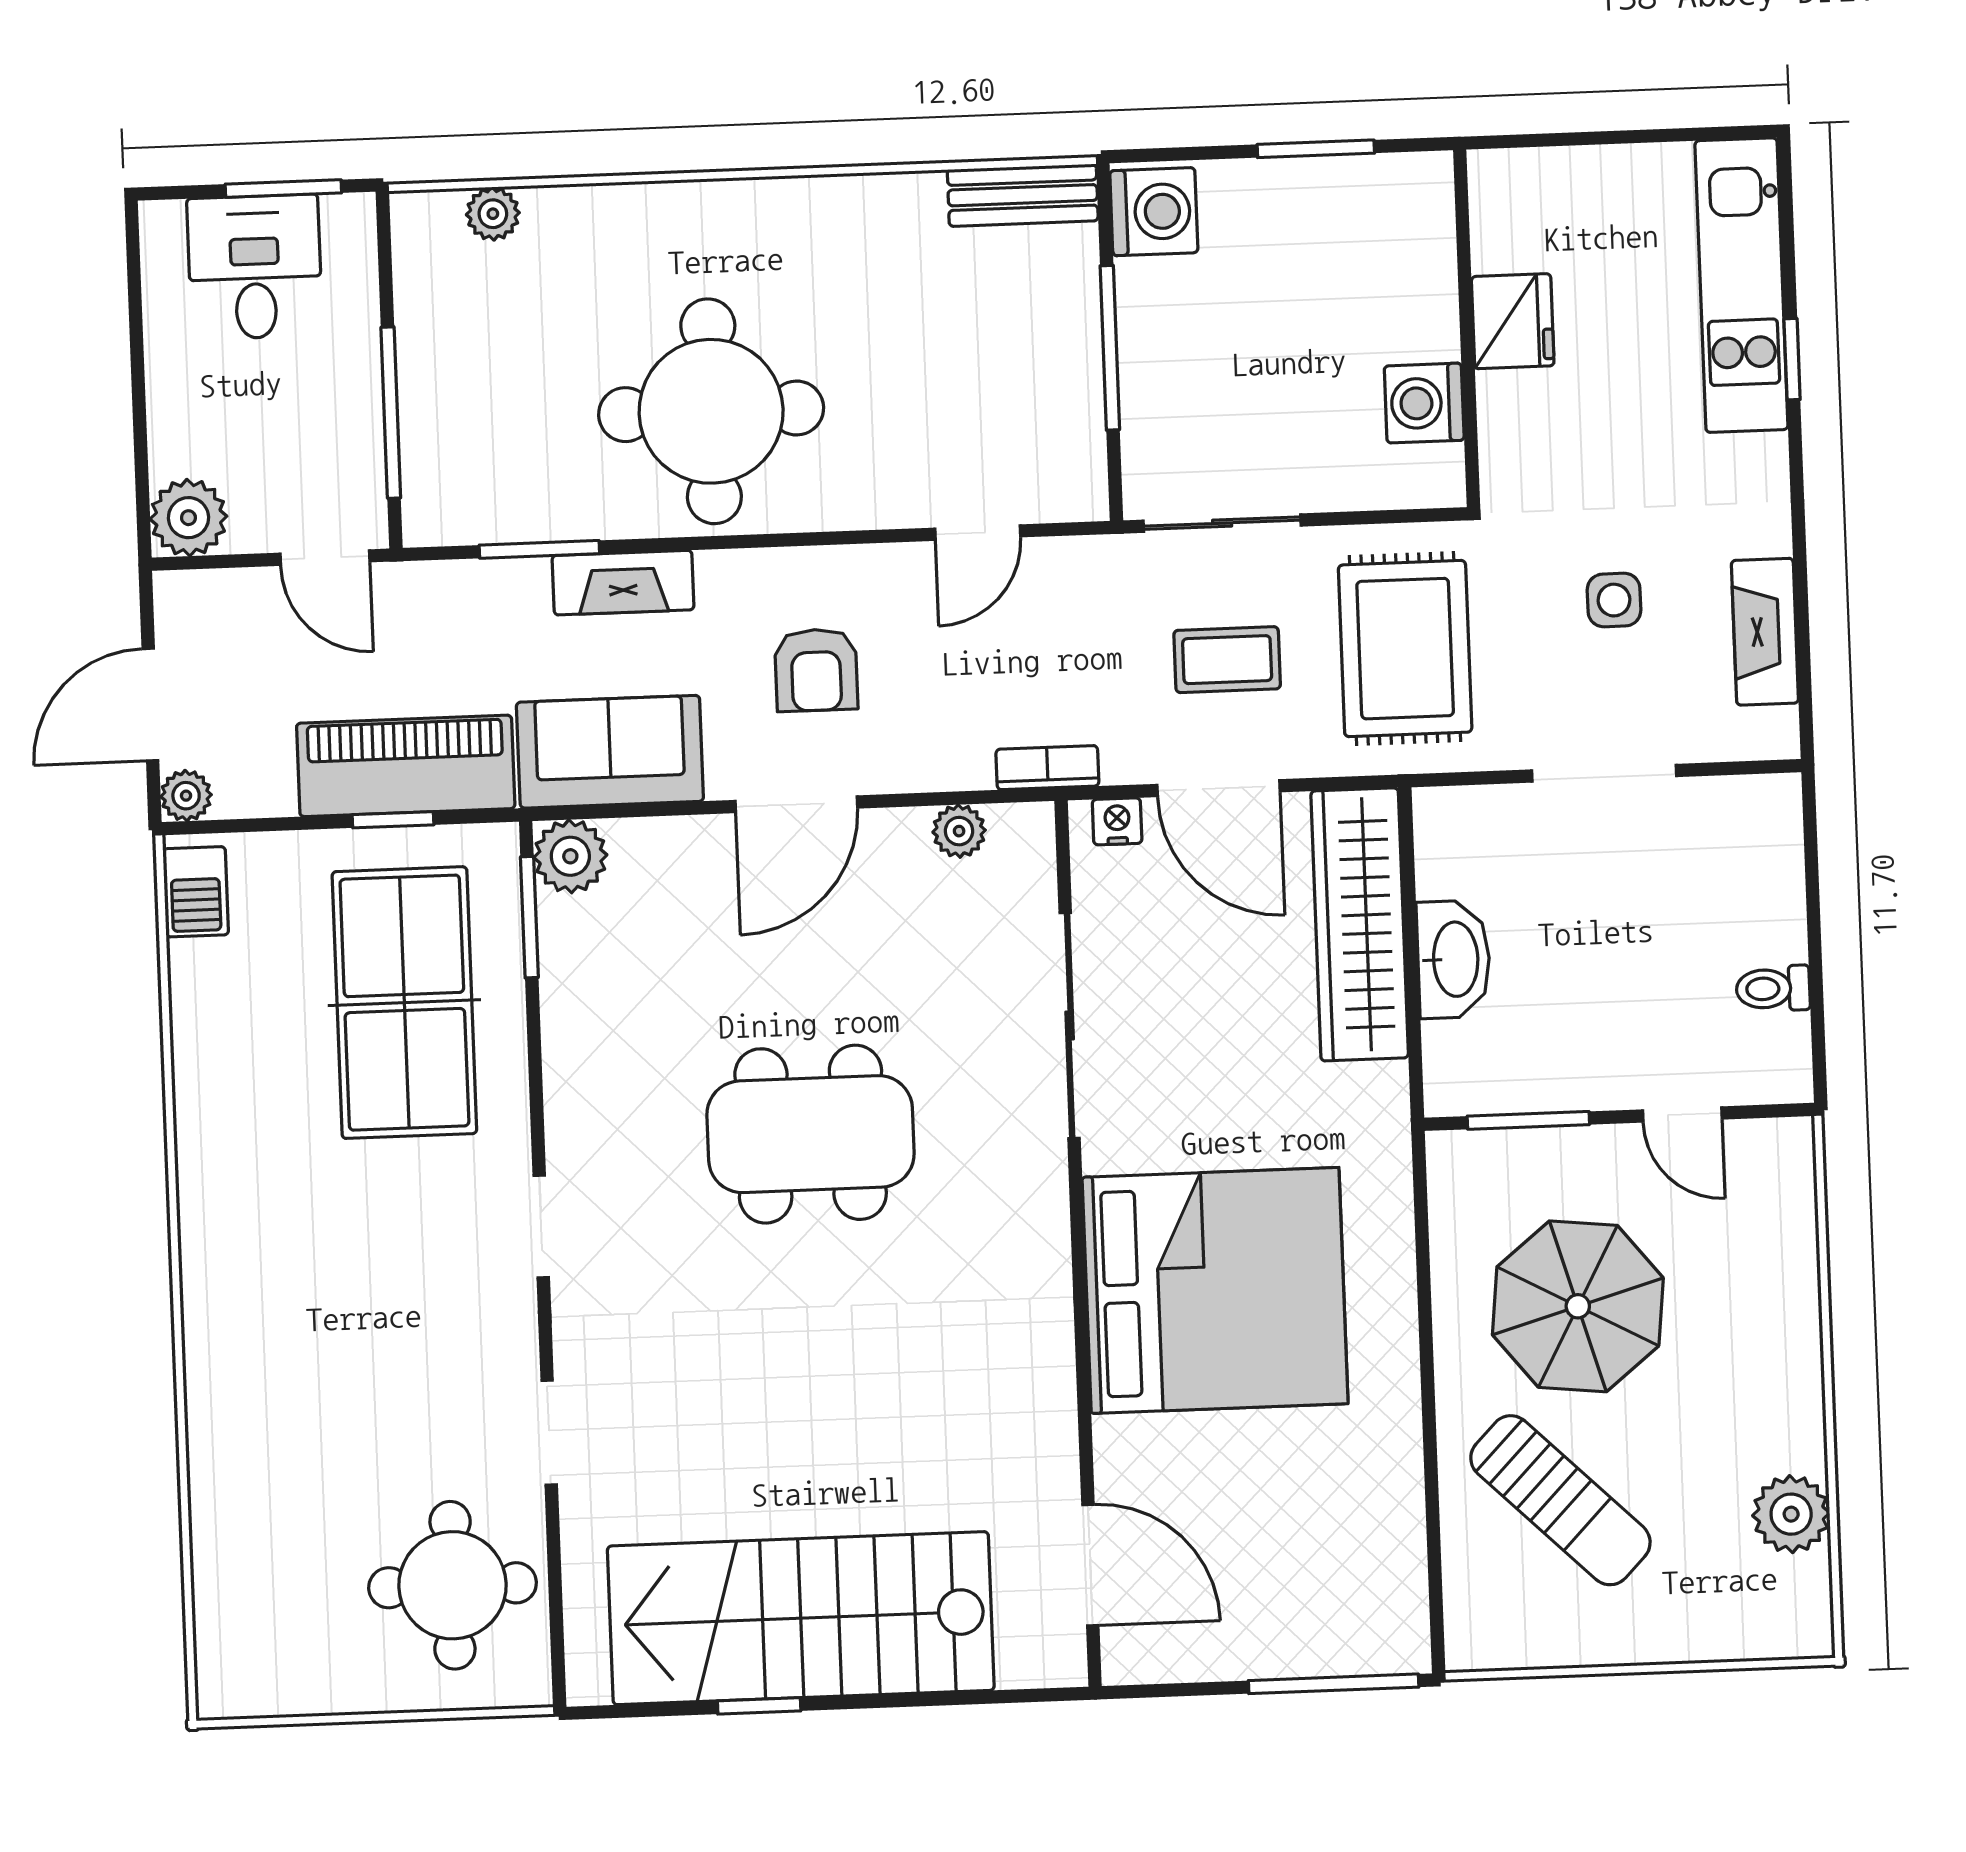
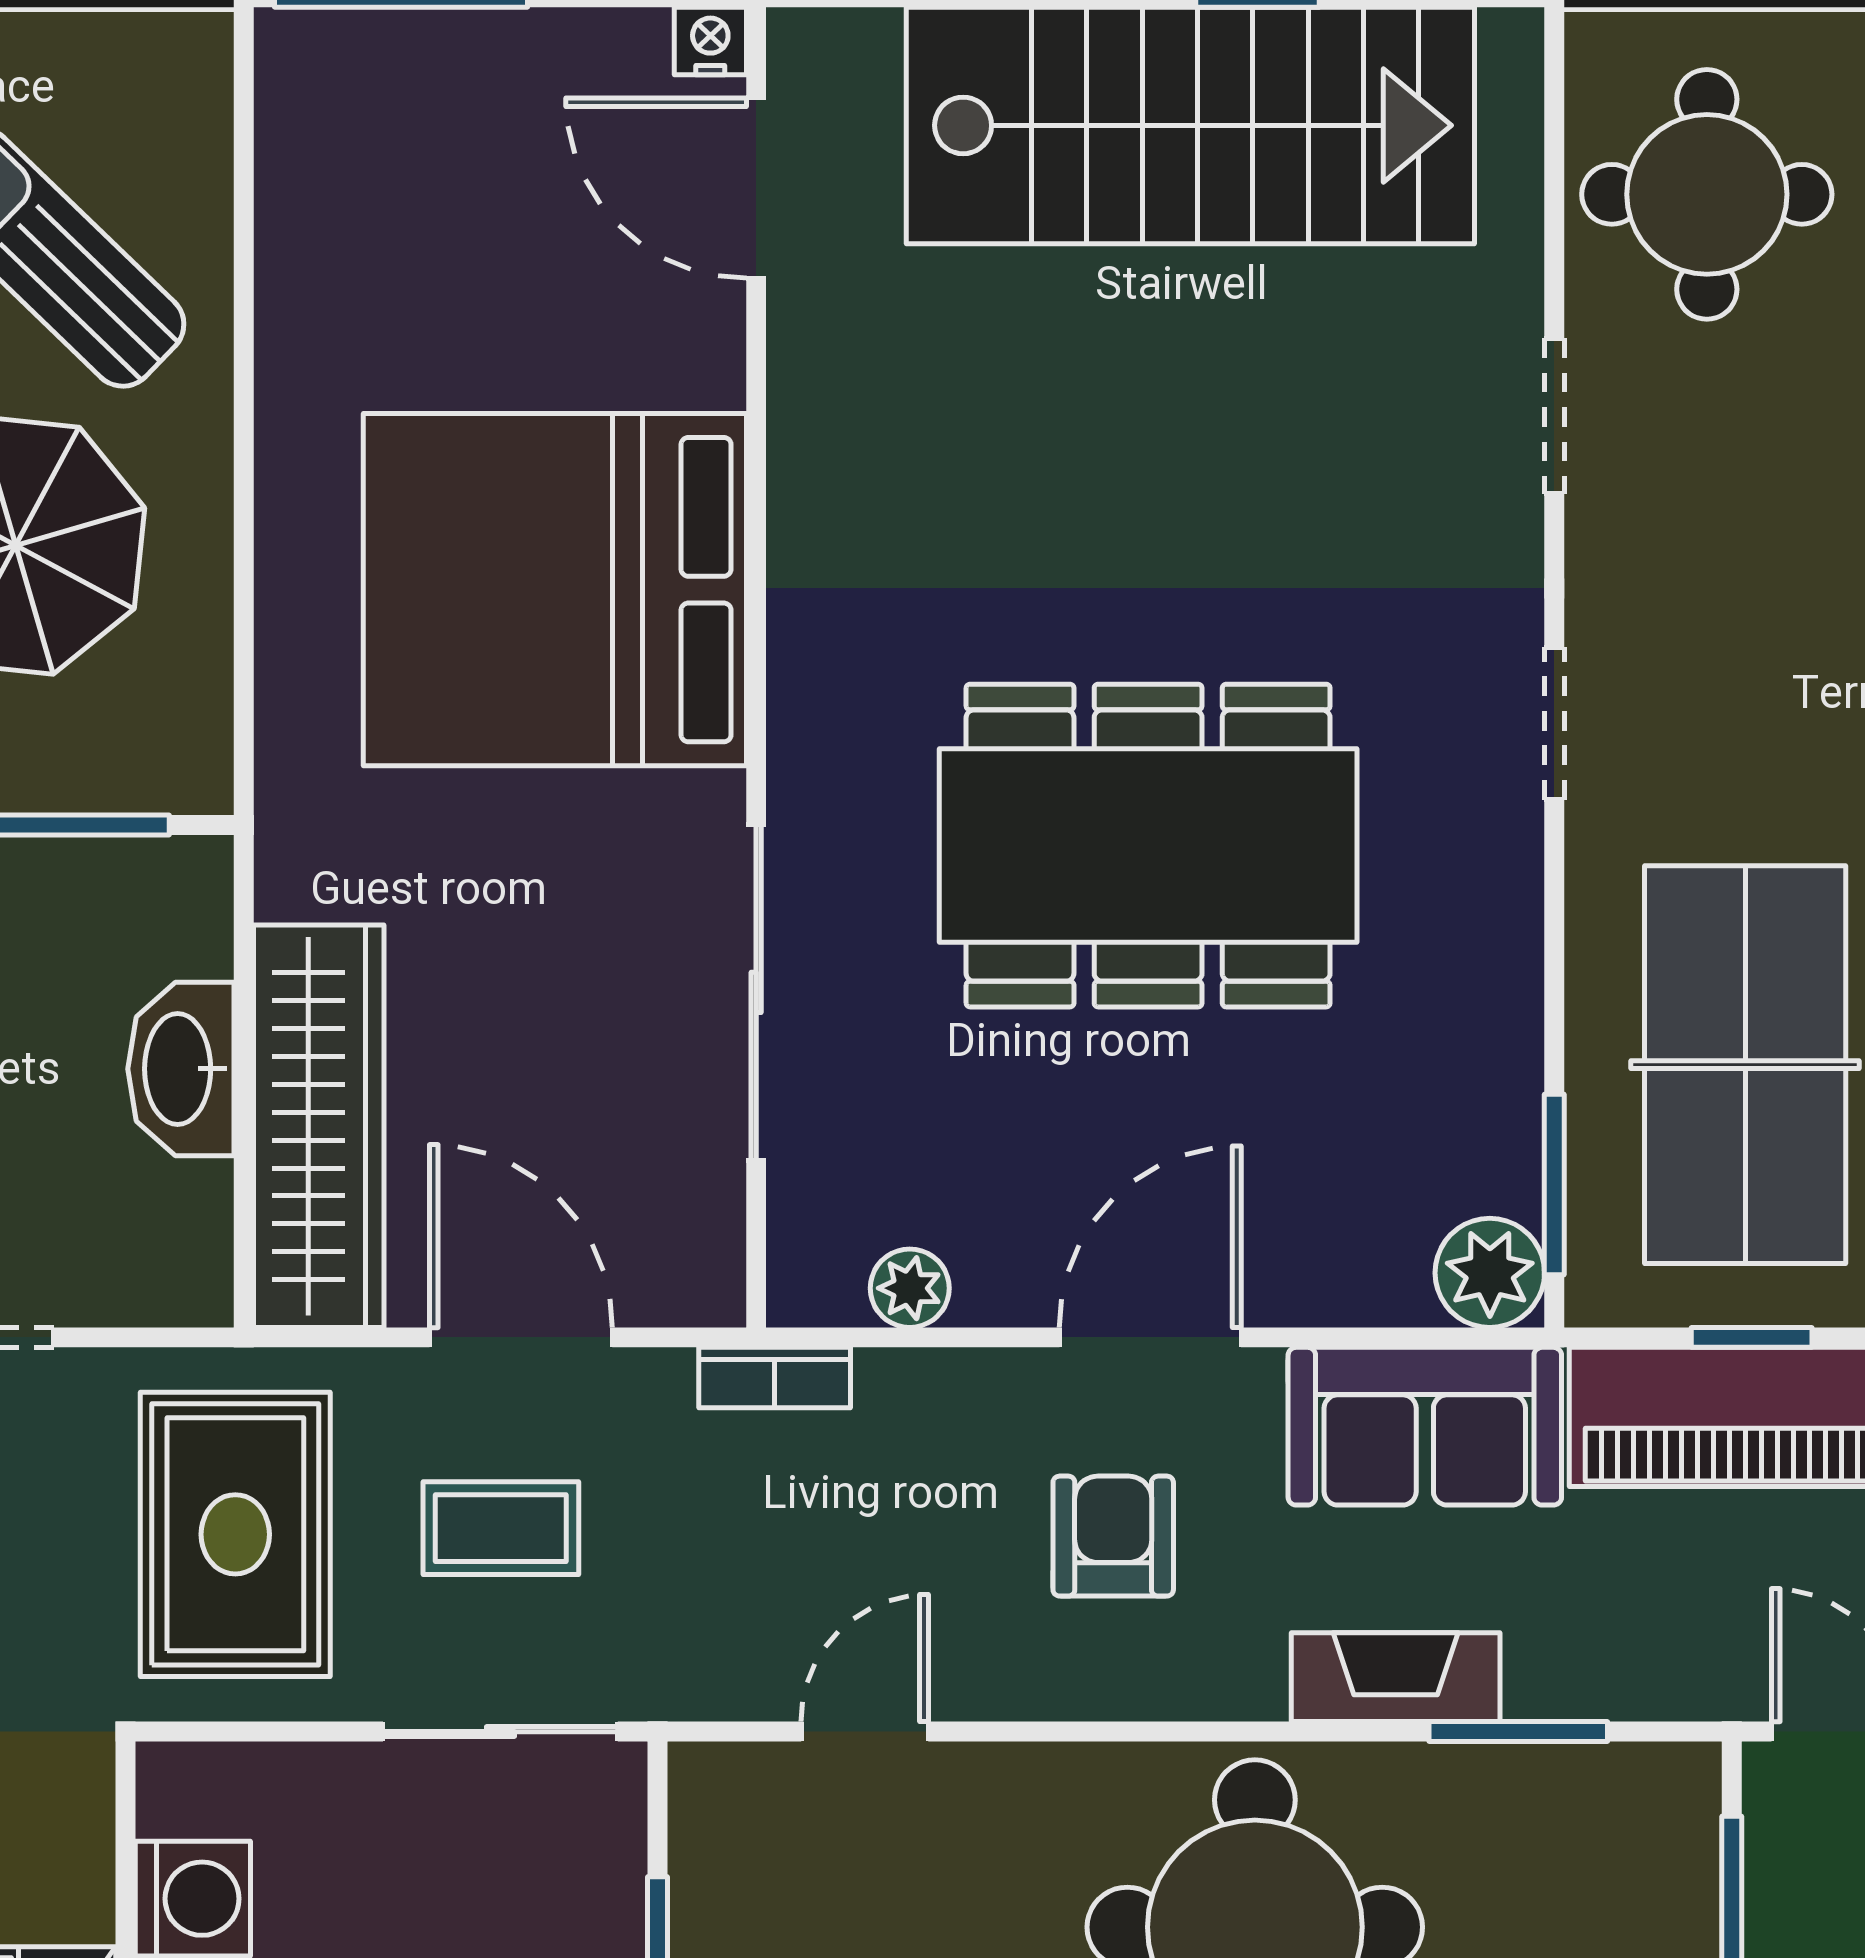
nightstand: (1117, 821) -> (710, 41), moved, turned 180
dining table: (811, 1134) -> (1148, 846), width x1.36, depth x1.24

